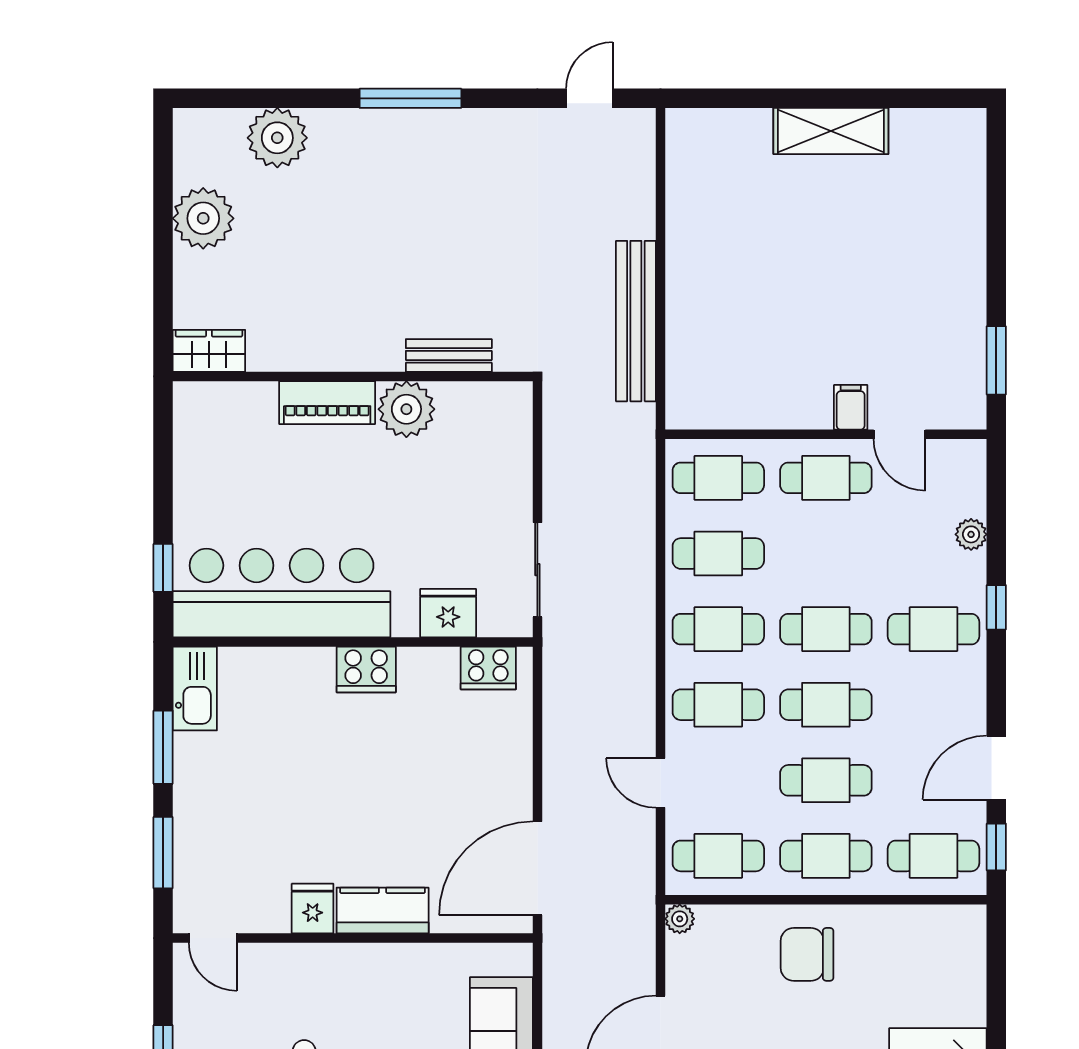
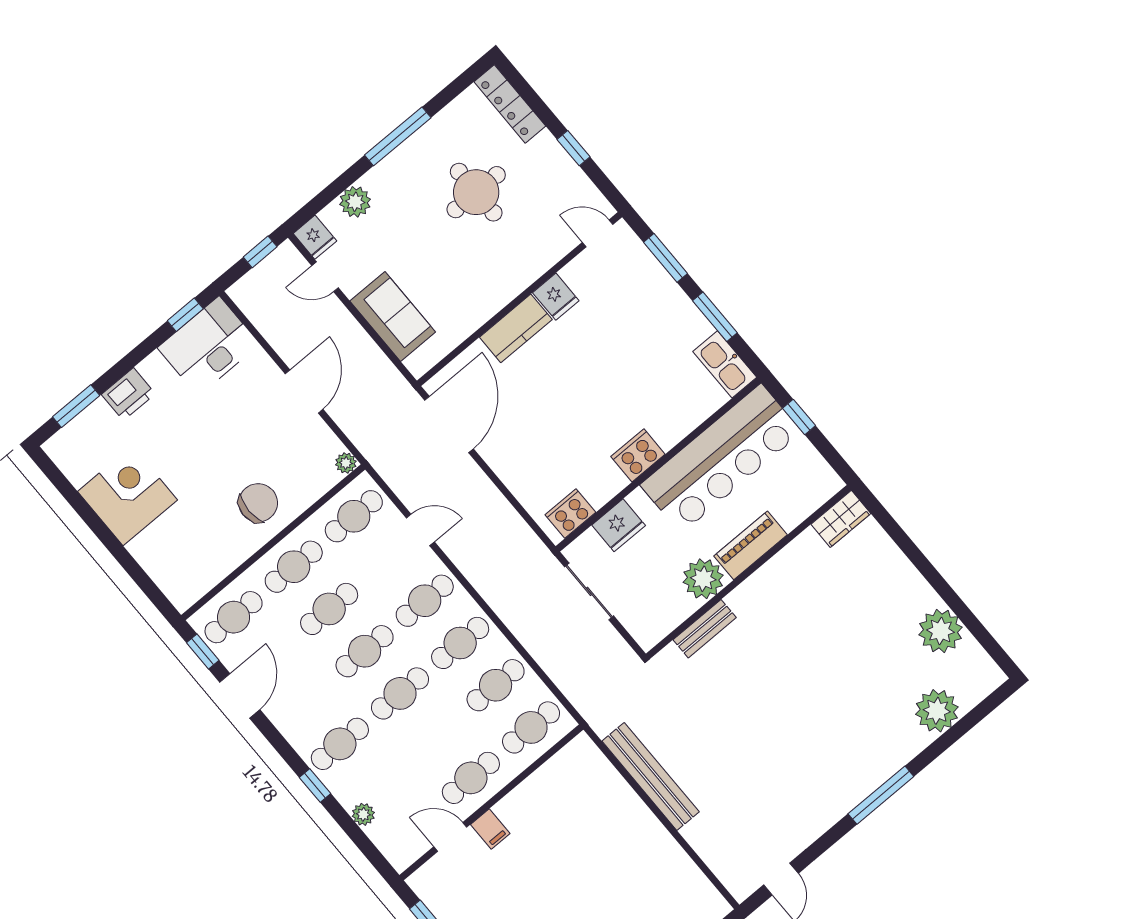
wardrobe: (209, 351) -> (841, 519), moved
bench: (449, 355) -> (705, 629), moved
wall: (353, 376) -> (749, 572), moved
piano: (327, 403) -> (751, 545), moved
plant: (406, 409) -> (703, 579), moved

